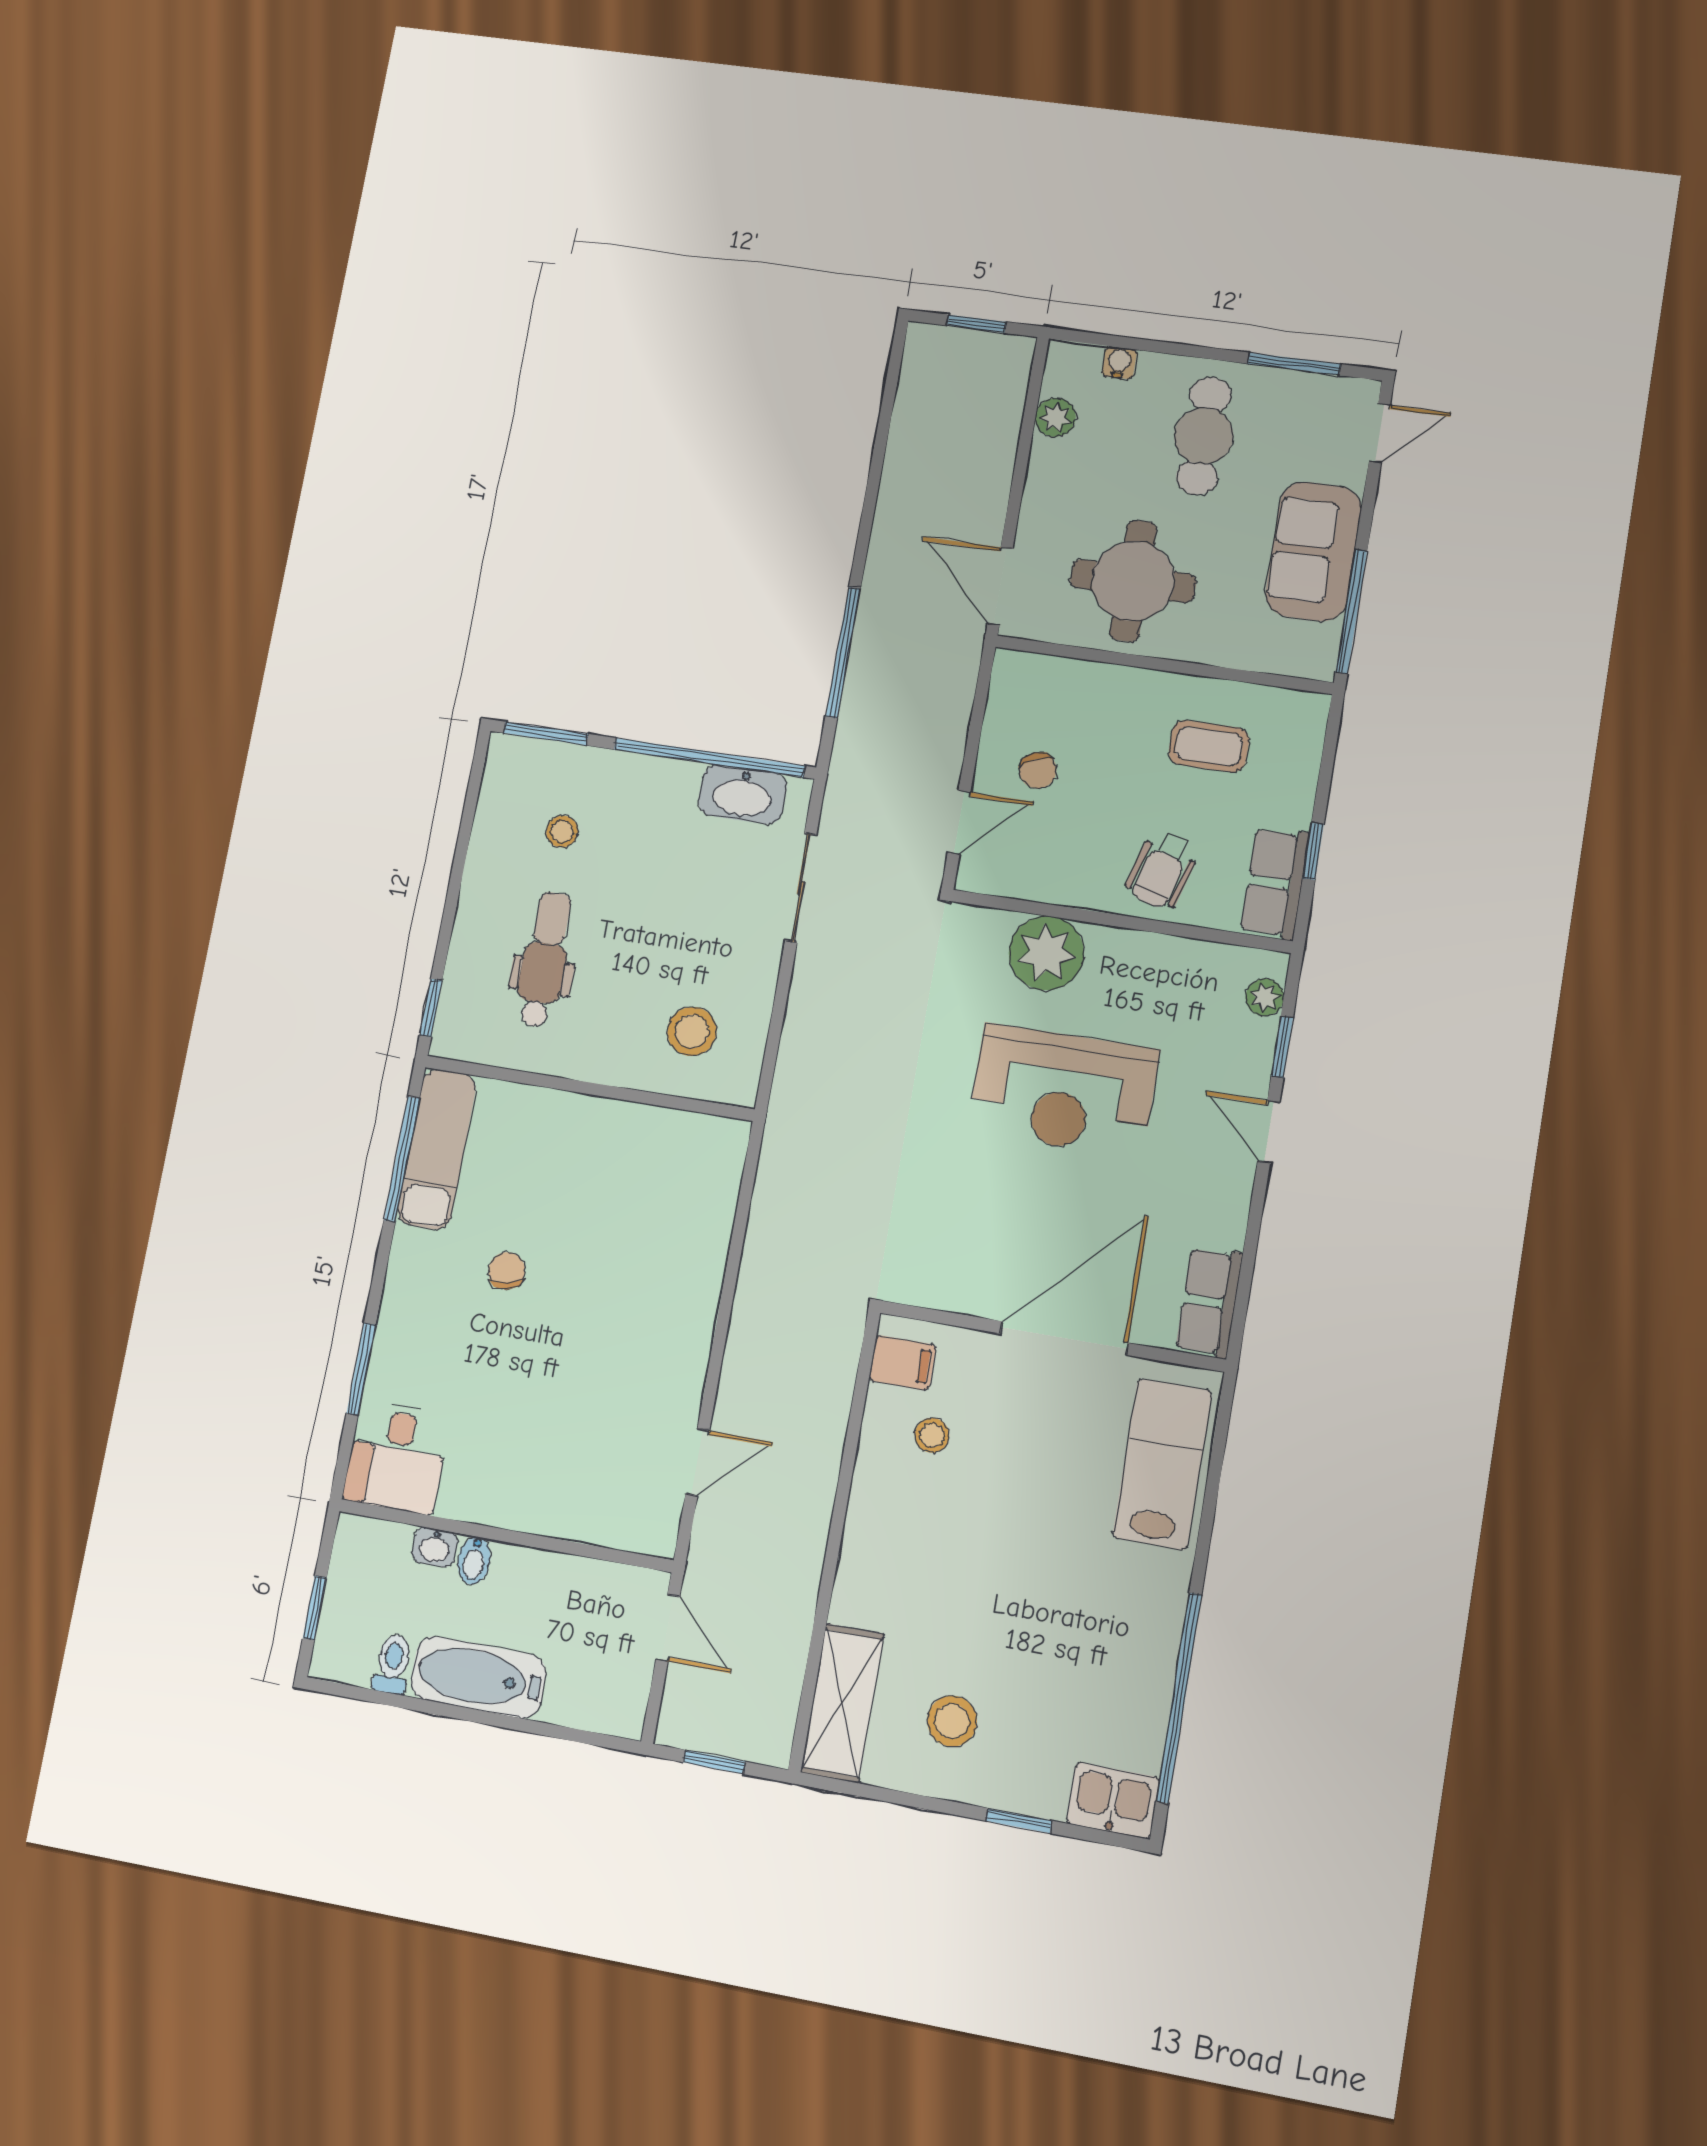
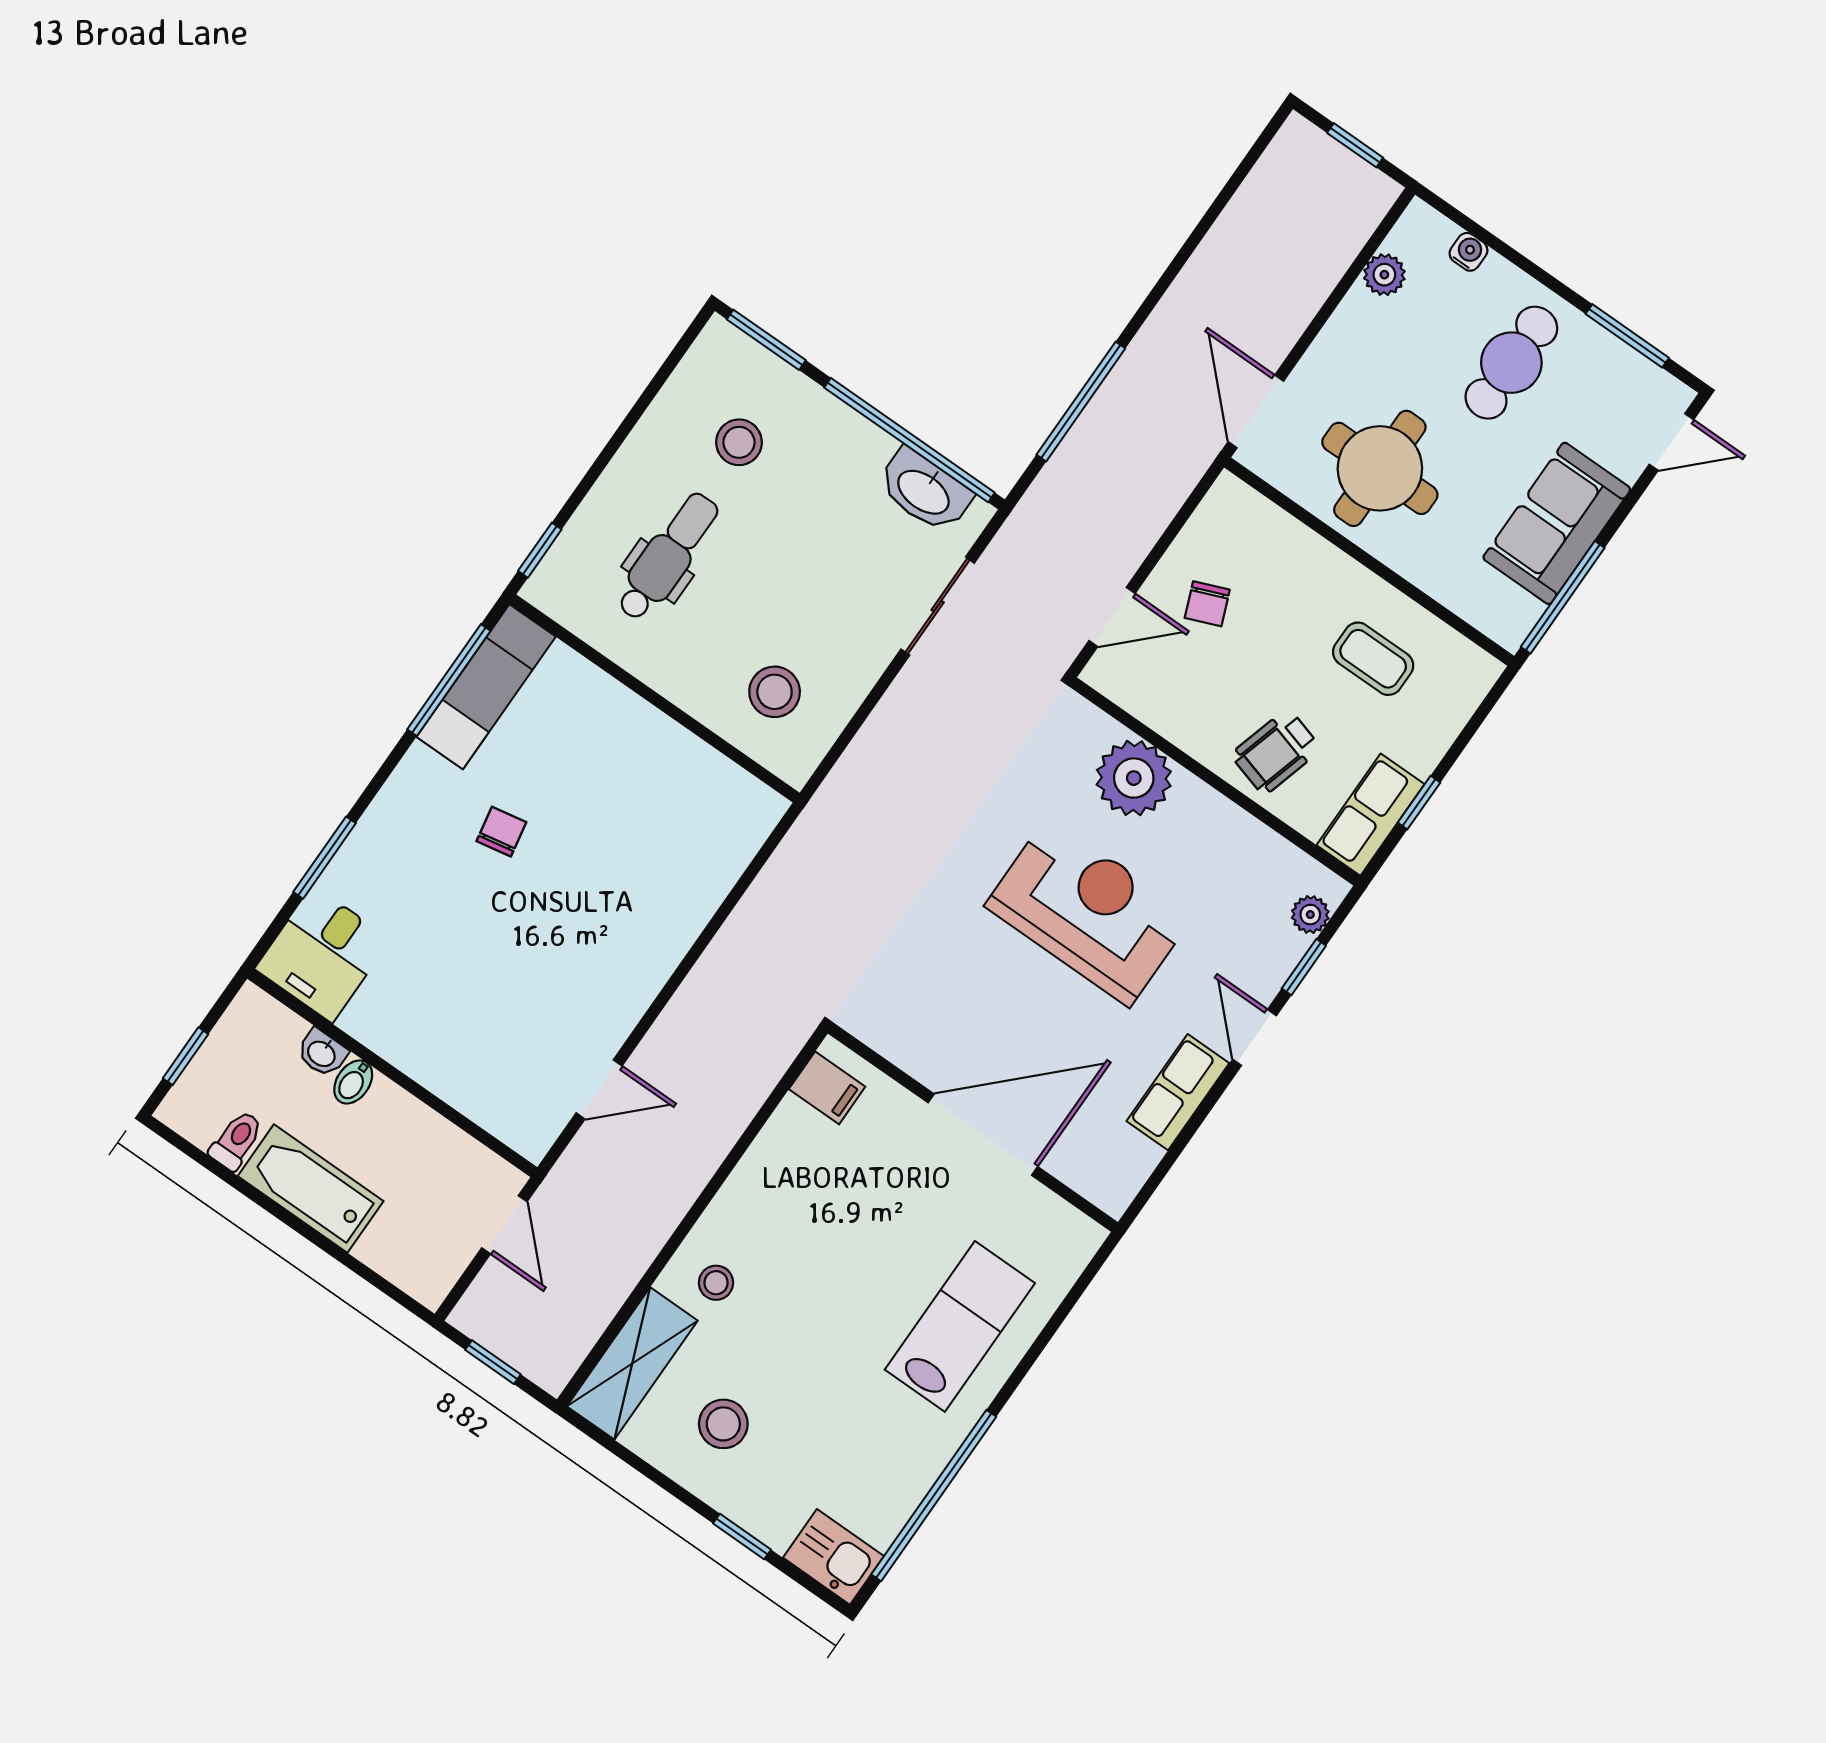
stool: (562, 832) -> (739, 442), width x1.37, depth x1.37
reception desk: (1063, 1090) -> (1089, 911), turned 180
row of seats: (1209, 1302) -> (1178, 1092), moved
stool: (932, 1435) -> (716, 1283), moved
lab bench: (1162, 1464) -> (960, 1326), moved

